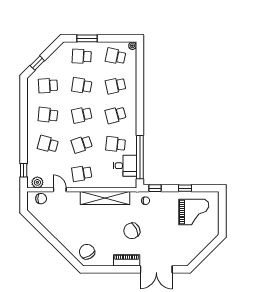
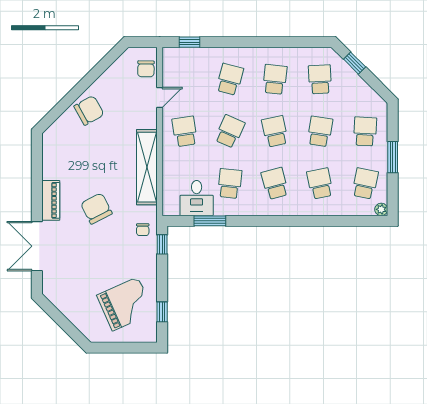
window: (87, 38) -> (393, 157), moved
school desk: (82, 144) -> (230, 131), turned 42
window: (140, 157) -> (210, 221), width x0.47
plant: (37, 182) -> (171, 63), removed
window: (185, 188) -> (162, 312), moved
grand piano: (194, 212) -> (125, 304), turned -114
chair: (87, 252) -> (89, 110), moved

